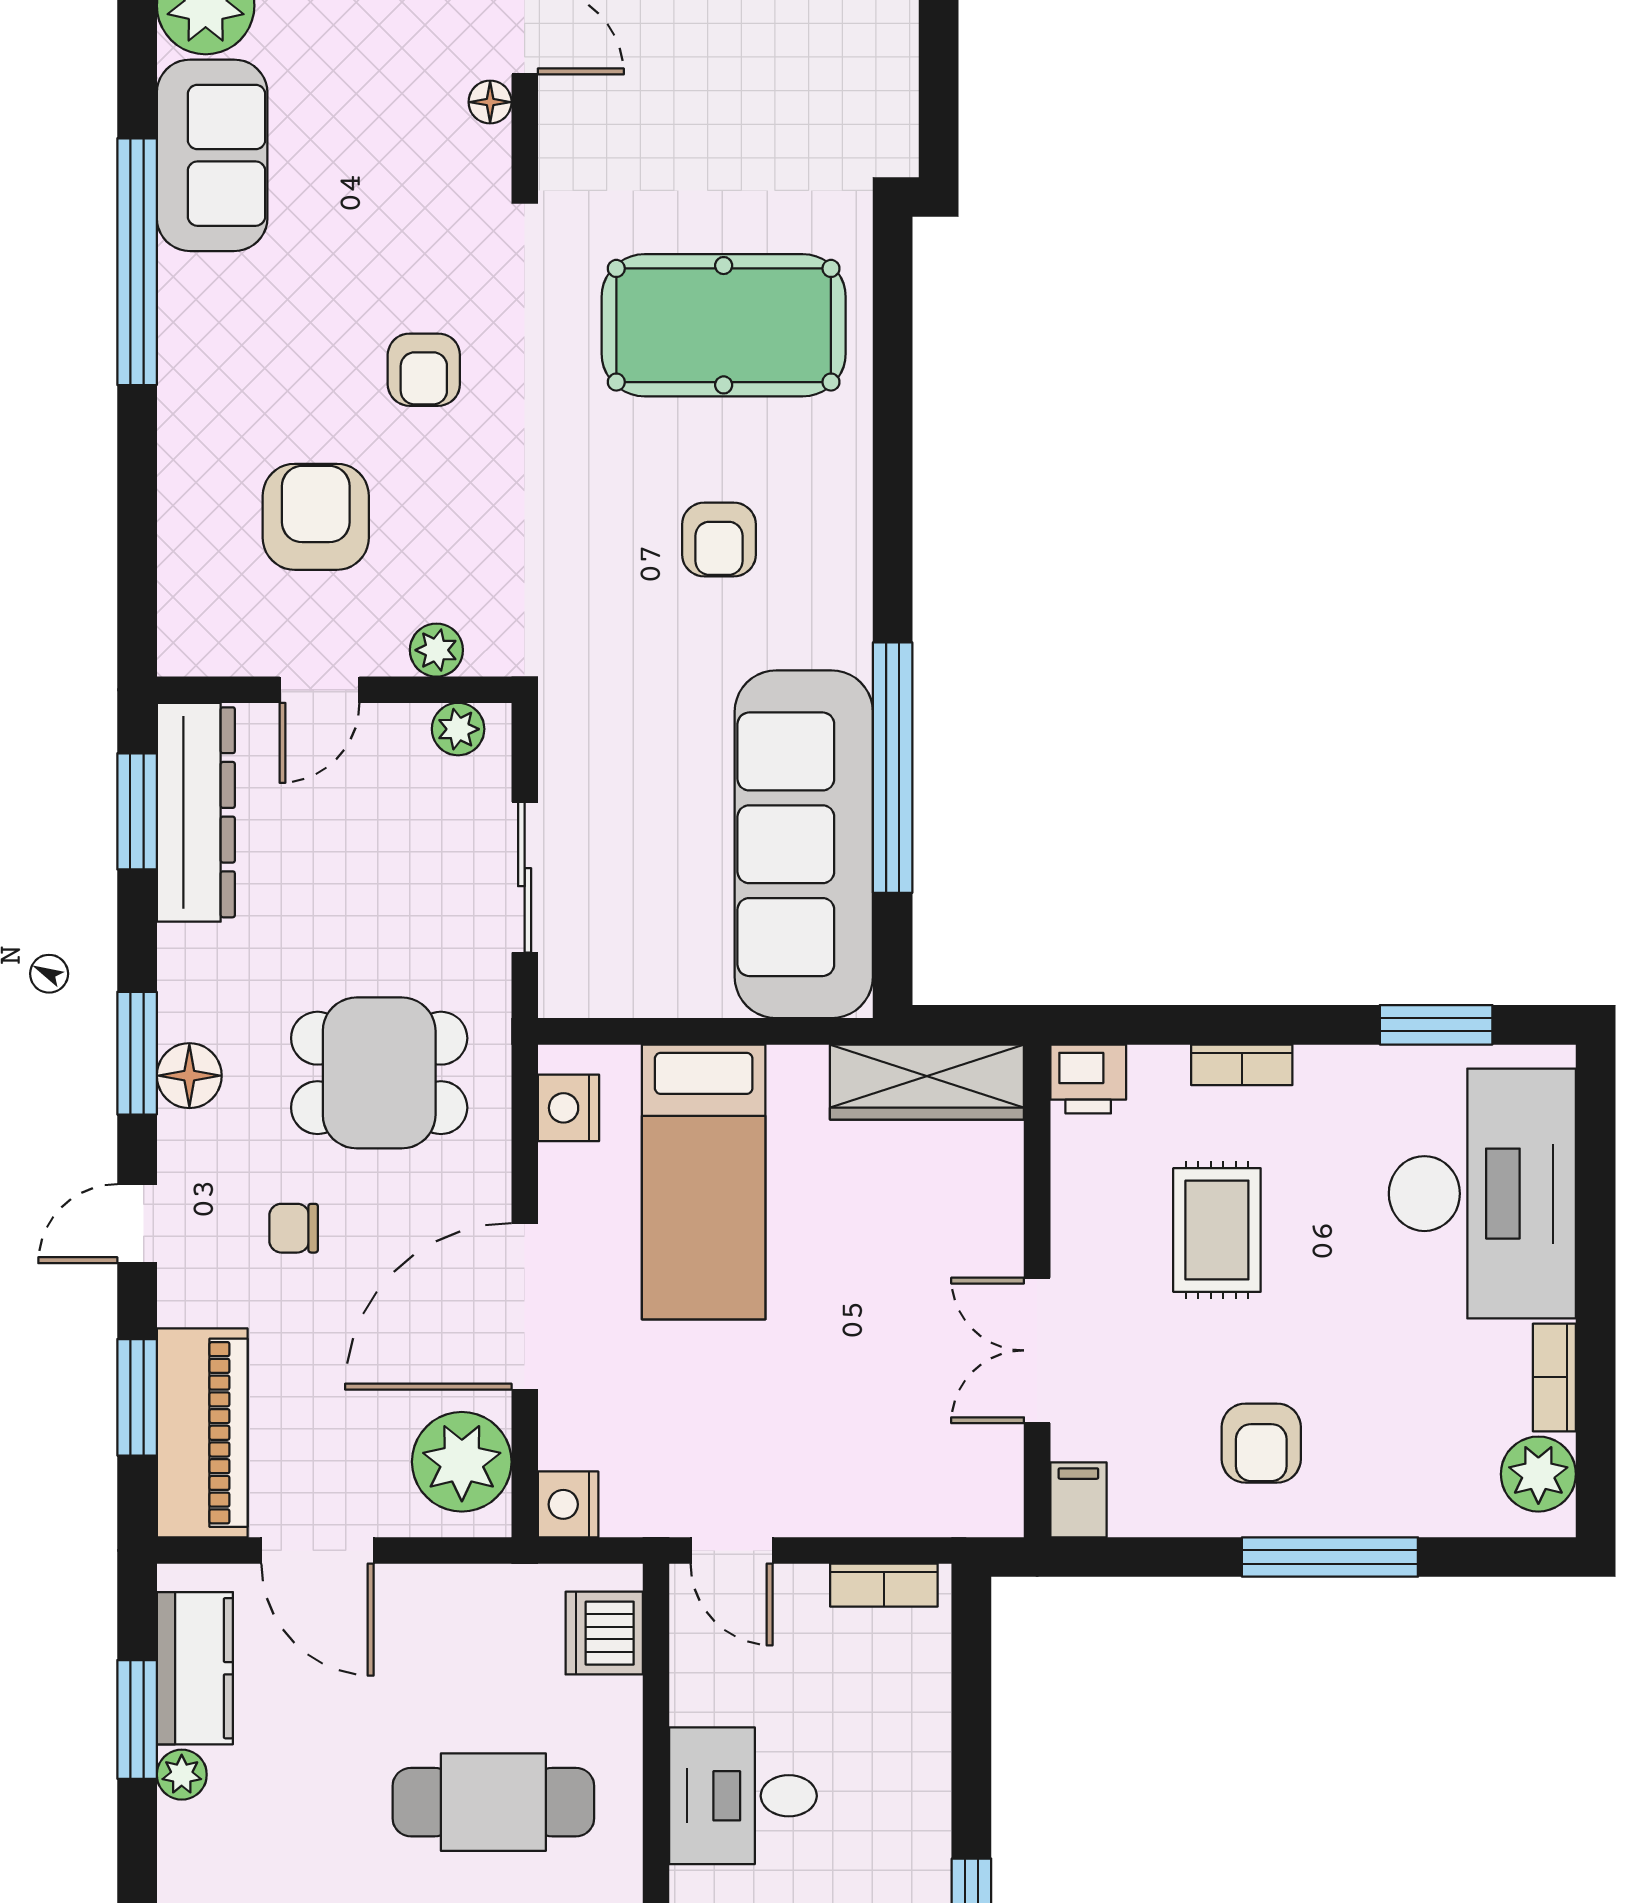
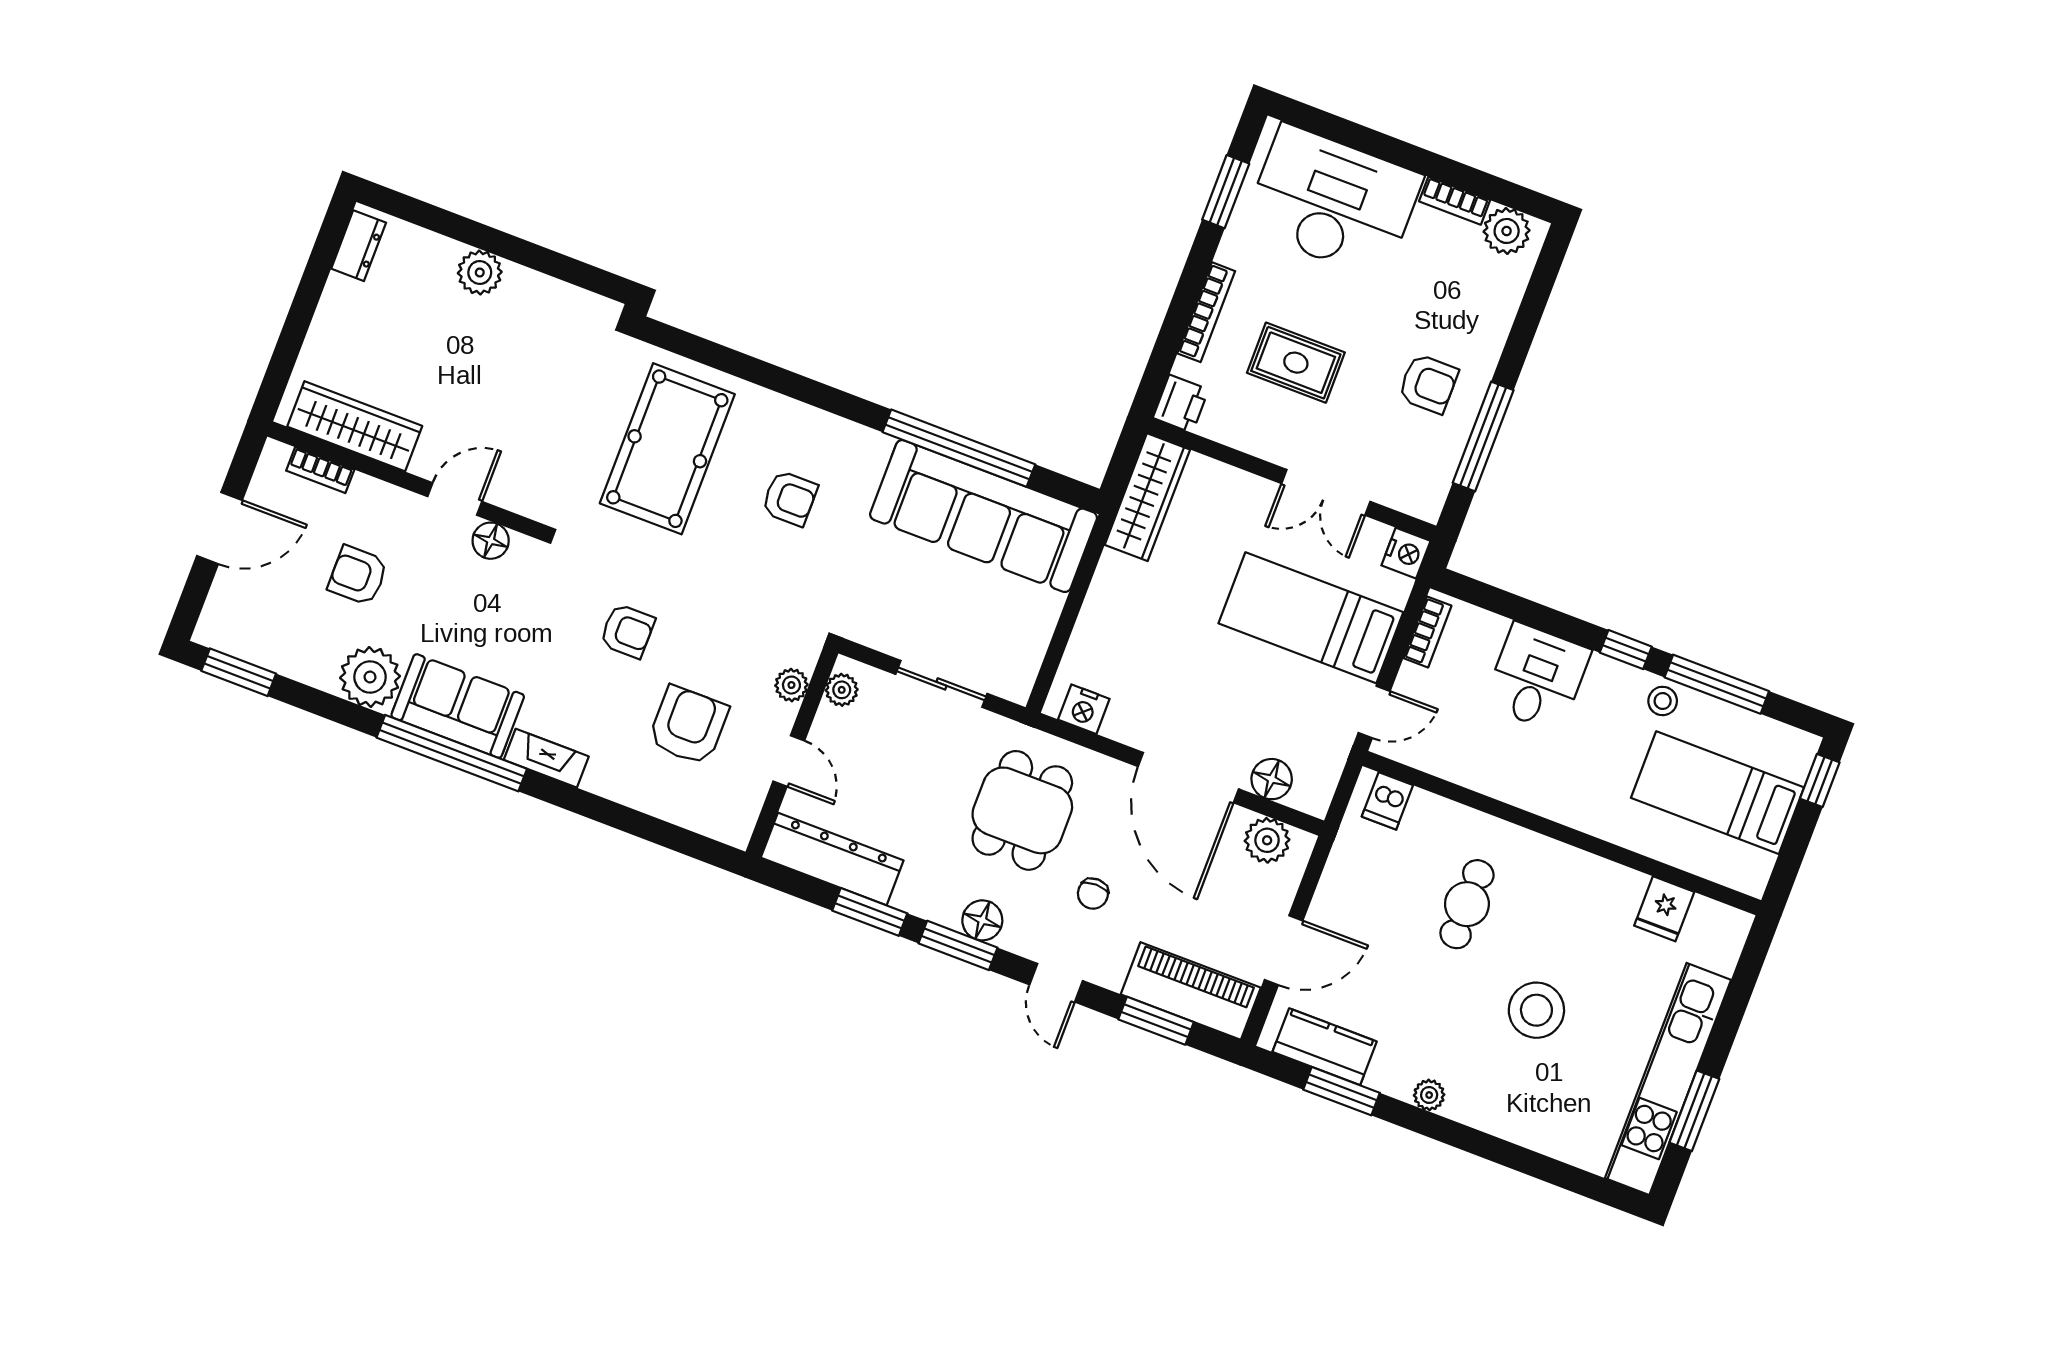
floor lamp: (490, 102) -> (491, 541), width x1.37, depth x1.37
window: (137, 262) -> (452, 753), moved
fireplace: (184, 320) -> (546, 758), added
armchair: (316, 517) -> (688, 725), turned 90
window: (137, 811) -> (870, 912), moved
bookcase: (1242, 1065) -> (1206, 312), width x1.56
bed: (704, 1182) -> (1311, 618), moved, turned 180
floor lamp: (571, 1433) -> (1272, 779), added
plant: (462, 1462) -> (1267, 840), width x0.73, depth x0.73
filing cabinet: (1078, 1500) -> (1421, 501), removed
nightstand: (568, 1504) -> (1406, 553), moved, turned -90
window: (1330, 1557) -> (1483, 437), moved
dishwasher: (604, 1633) -> (1387, 801), width x0.73
plant: (182, 1775) -> (1429, 1095), moved
desk: (743, 1796) -> (1537, 678), moved, turned 180
cafe table: (493, 1802) -> (1467, 904), width x0.73, depth x0.74

